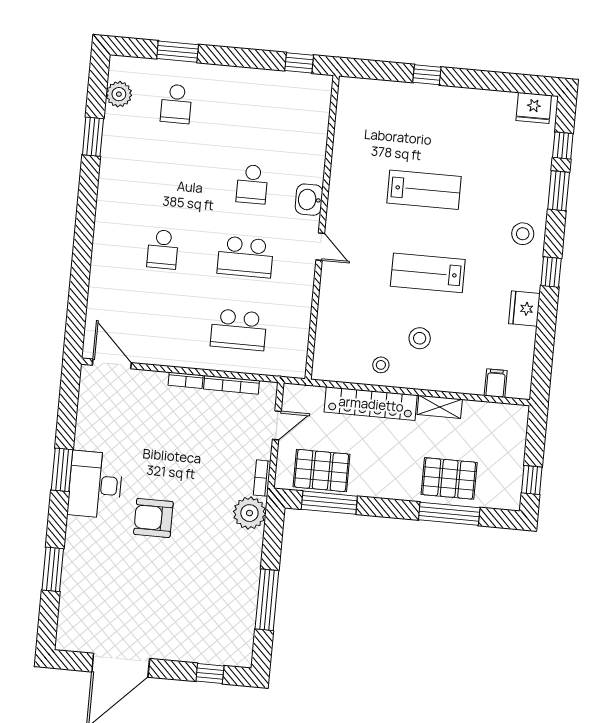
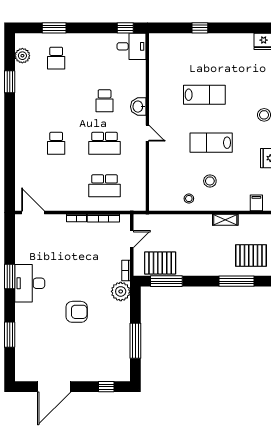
desk: (307, 95) -> (132, 46), added
locker: (371, 404) -> (185, 222), removed
pallet: (449, 478) -> (251, 256), moved
armchair: (153, 518) -> (77, 312), moved, turned 180

